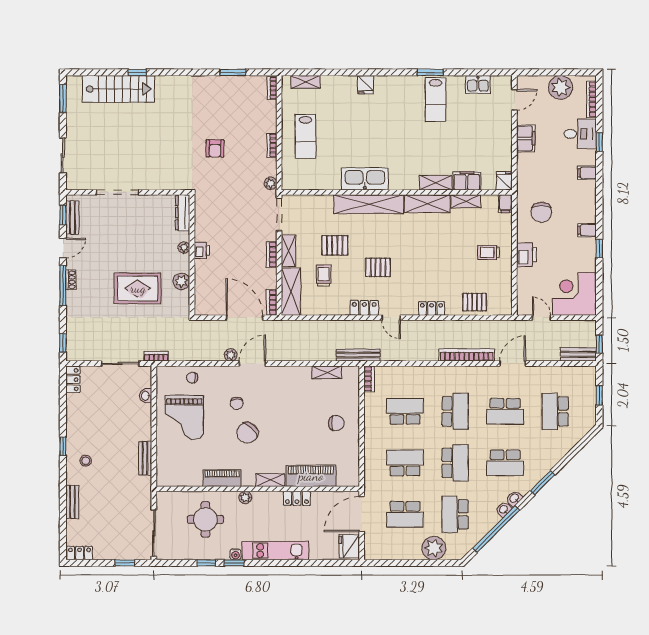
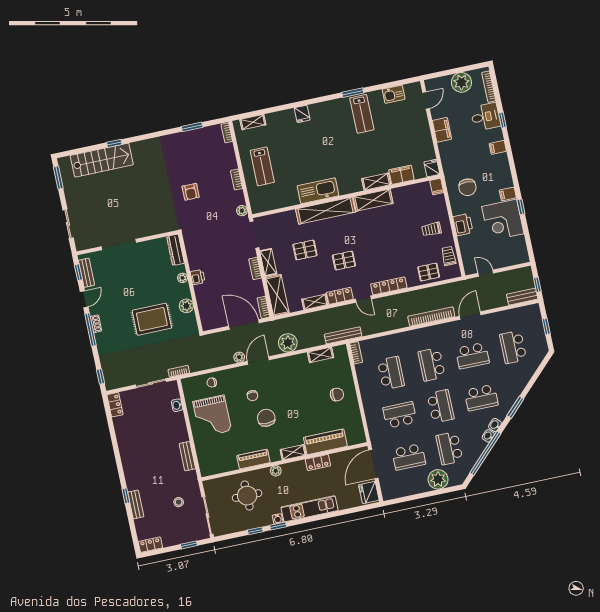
shelving: (466, 201) -> (315, 302), moved
trolley: (324, 276) -> (449, 256), moved
corner desk: (574, 294) -> (503, 220), moved, turned -90
locker: (432, 308) -> (389, 286), width x1.53
plant: (291, 350) -> (288, 343), added
school desk: (405, 411) -> (391, 373), turned 90
school desk: (455, 411) -> (432, 364), turned 180
chair: (247, 433) -> (266, 418), turned 137
window: (63, 446) -> (126, 496), moved
stool: (86, 461) -> (179, 502), moved

